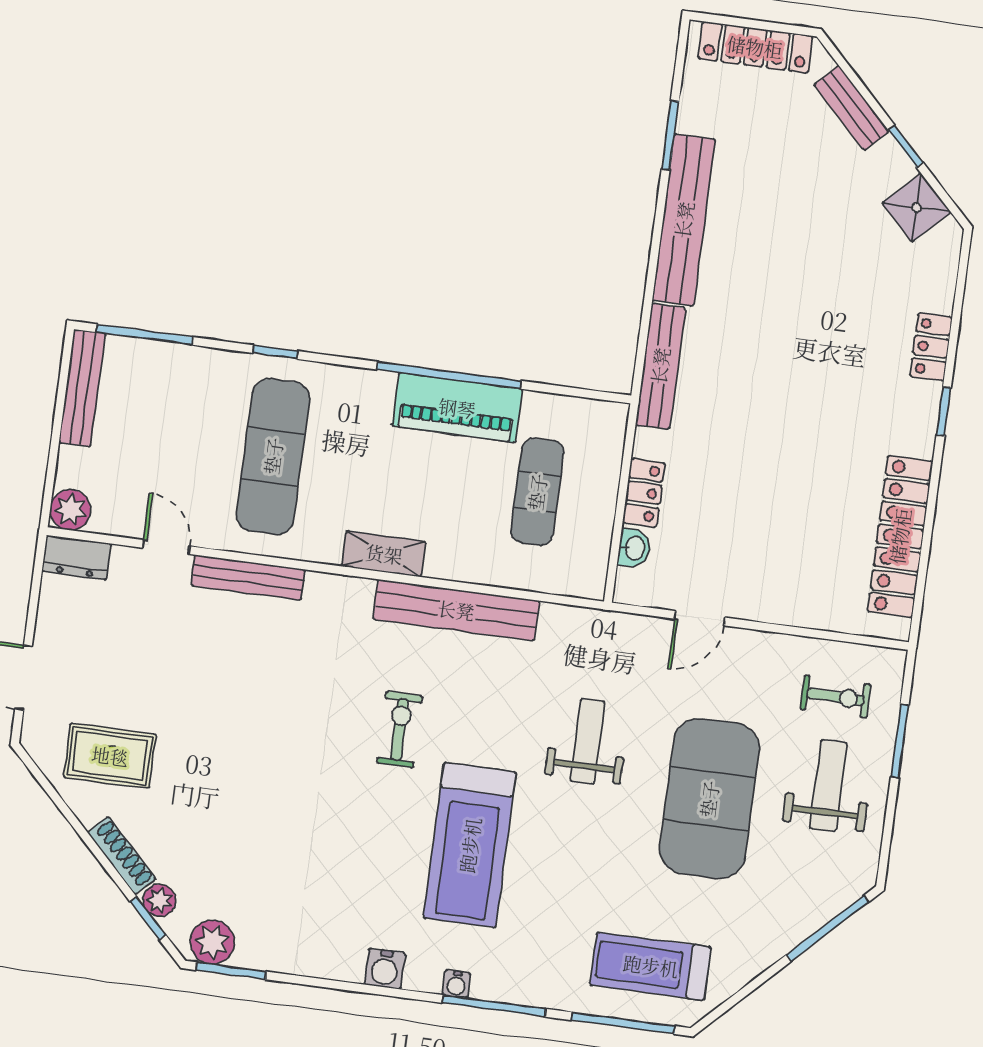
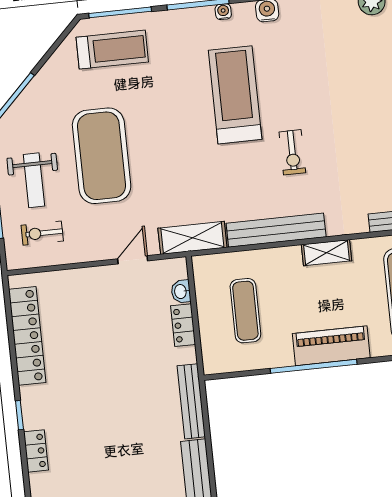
piano: (457, 408) -> (331, 346), moved
shelving: (595, 630) -> (192, 238), added
weight bench: (587, 741) -> (181, 172), removed

